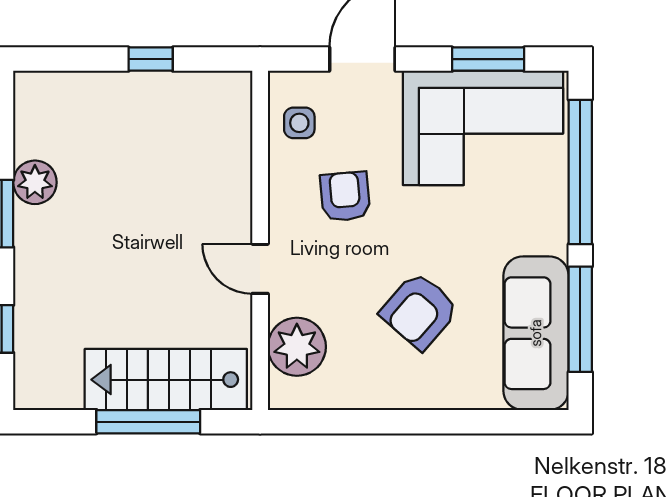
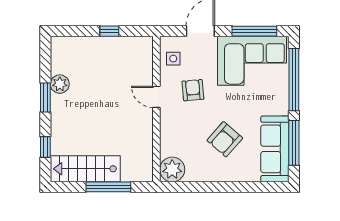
window: (488, 59) -> (254, 31), width x1.44
door: (260, 269) -> (156, 97), moved
plant: (297, 347) -> (172, 169), moved
stairs: (166, 380) -> (85, 169), moved

